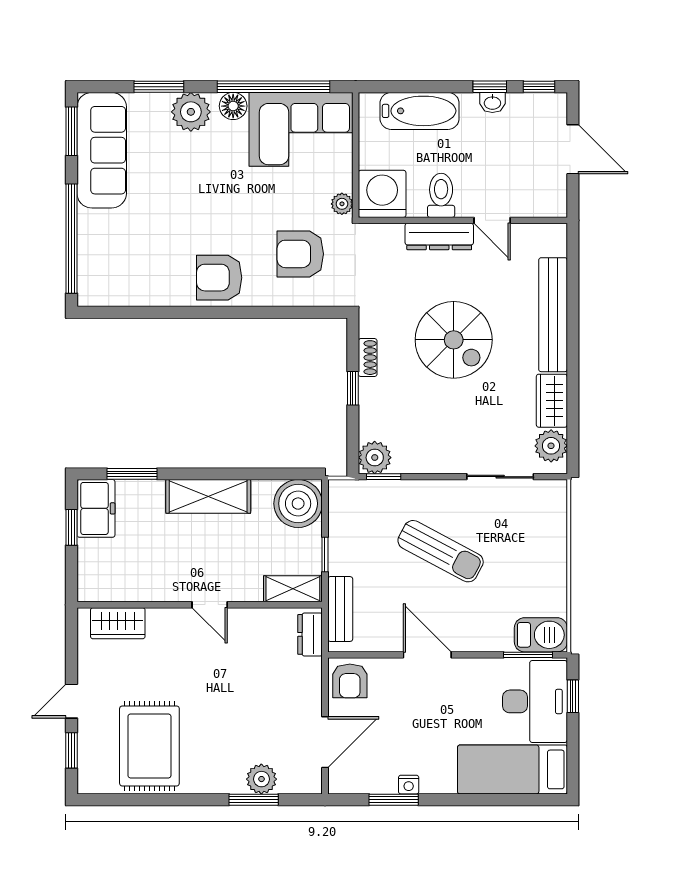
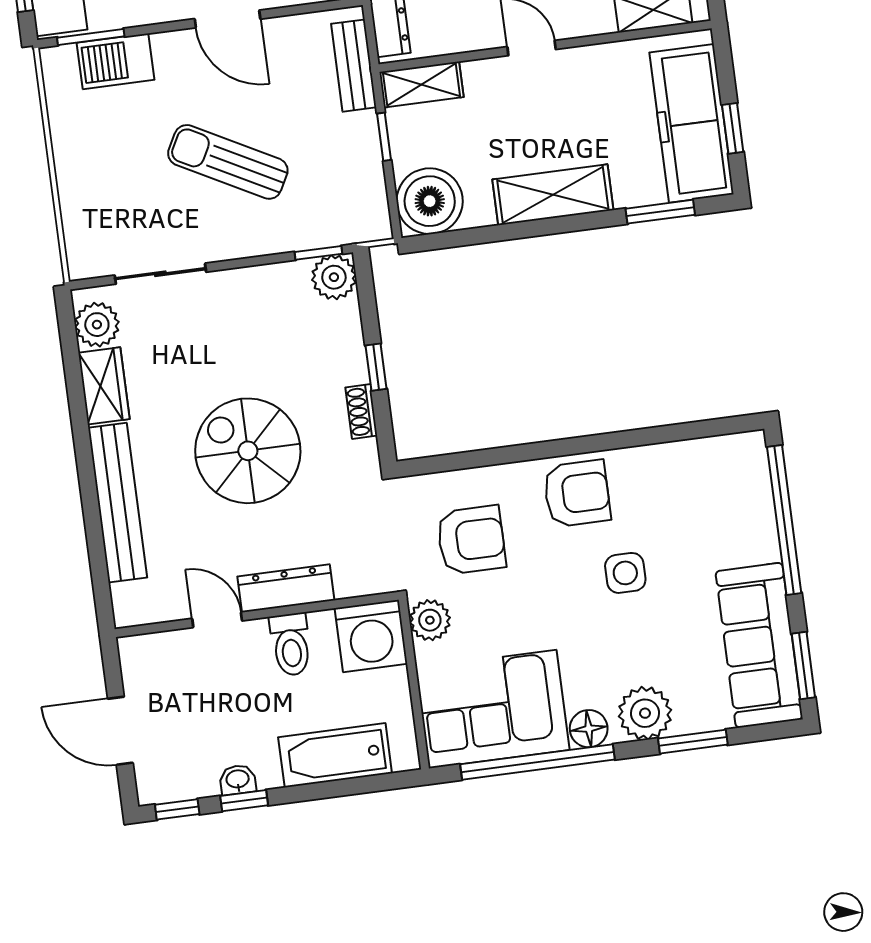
plant: (342, 204) -> (430, 620), width x1.38, depth x1.38
side table: (192, 215) -> (625, 573), added
freezer: (96, 508) -> (691, 123), width x1.91, depth x1.26
barbecue: (541, 635) -> (116, 61), moved

